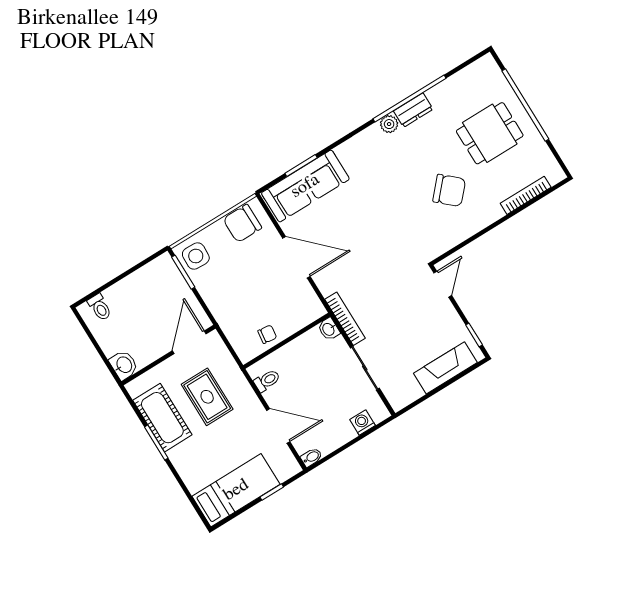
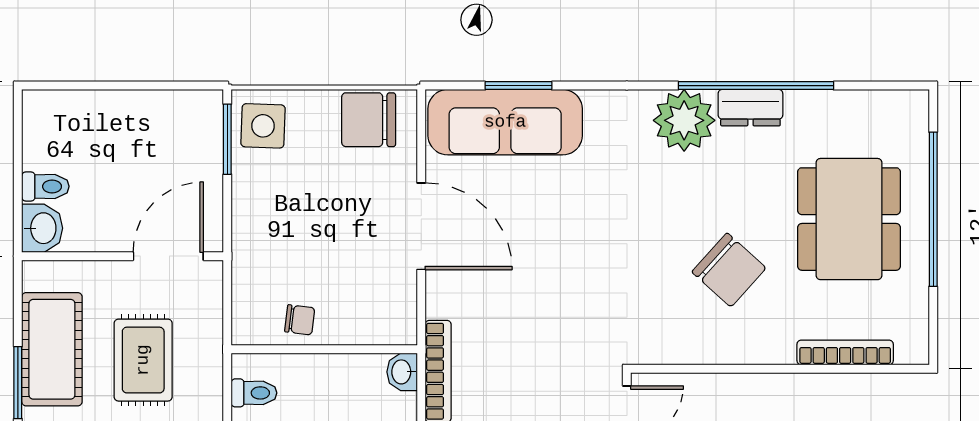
plant: (389, 124) -> (684, 120), width x1.88, depth x1.88
dining table: (490, 133) -> (849, 219), width x1.38
toilet: (100, 307) -> (45, 186), moved, turned -90

